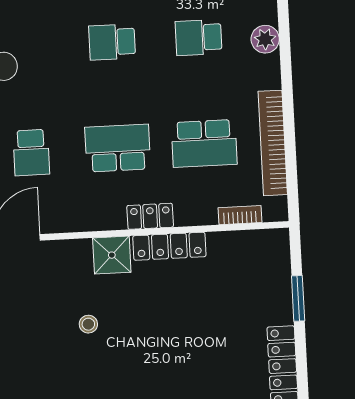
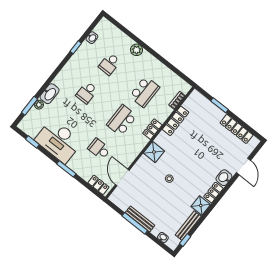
plant: (265, 39) -> (137, 50), moved
bookcase: (273, 143) -> (163, 70), removed
school desk: (31, 153) -> (99, 149), turned 180
locker: (169, 246) -> (176, 121), moved

